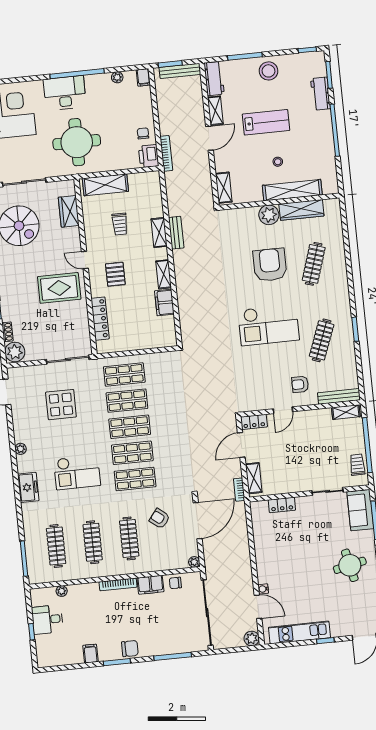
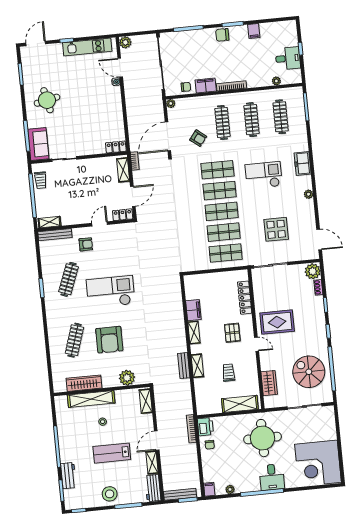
desk: (65, 93) -> (272, 477), width x0.73
plant: (269, 215) -> (127, 378), moved
locker: (282, 505) -> (116, 147), moved

